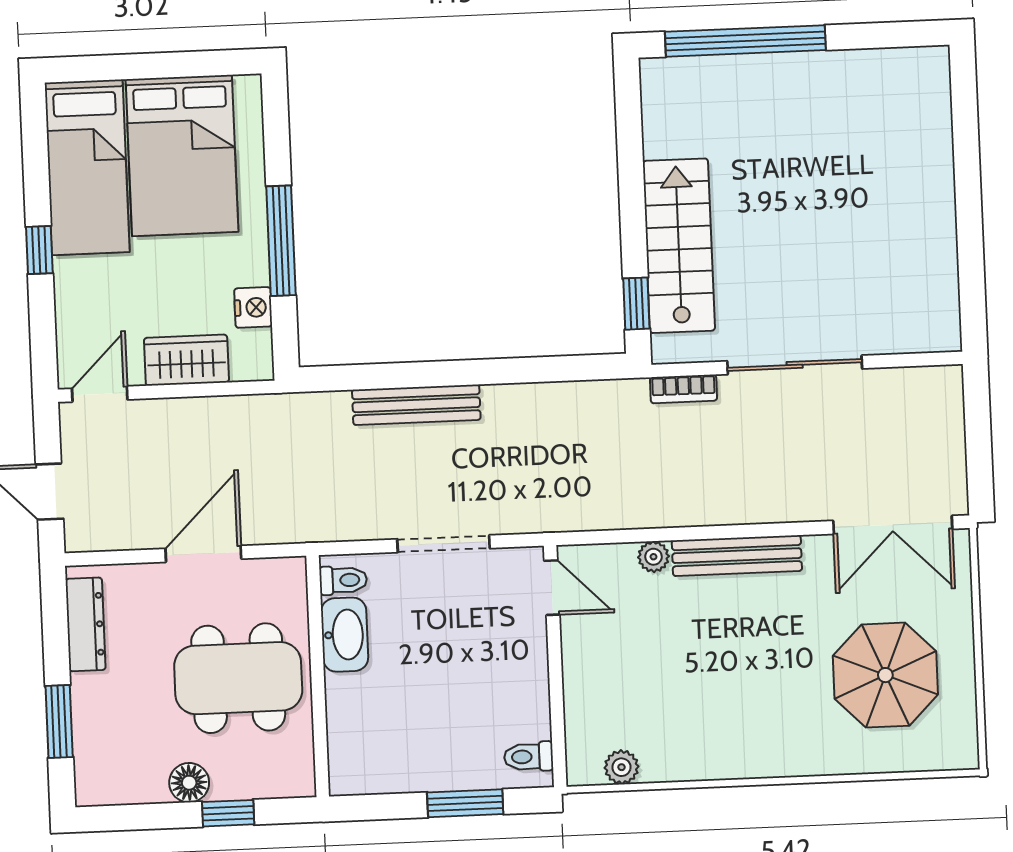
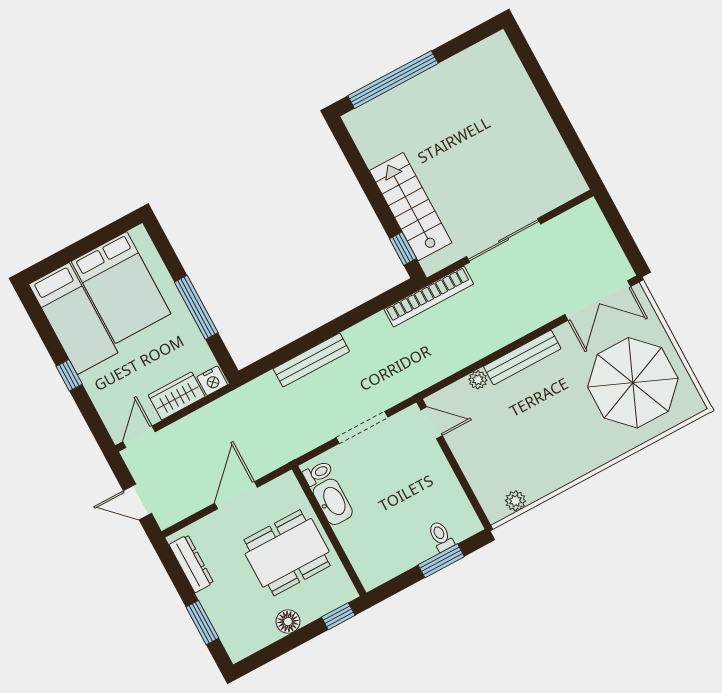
nightstand: (253, 307) -> (212, 381), moved, turned 90
bookcase: (683, 389) -> (429, 297), width x2.31, depth x1.31
parasol: (885, 675) -> (633, 383), width x1.36, depth x1.36
toilet: (529, 757) -> (441, 536), moved, turned 90
window: (228, 813) -> (338, 616), moved

